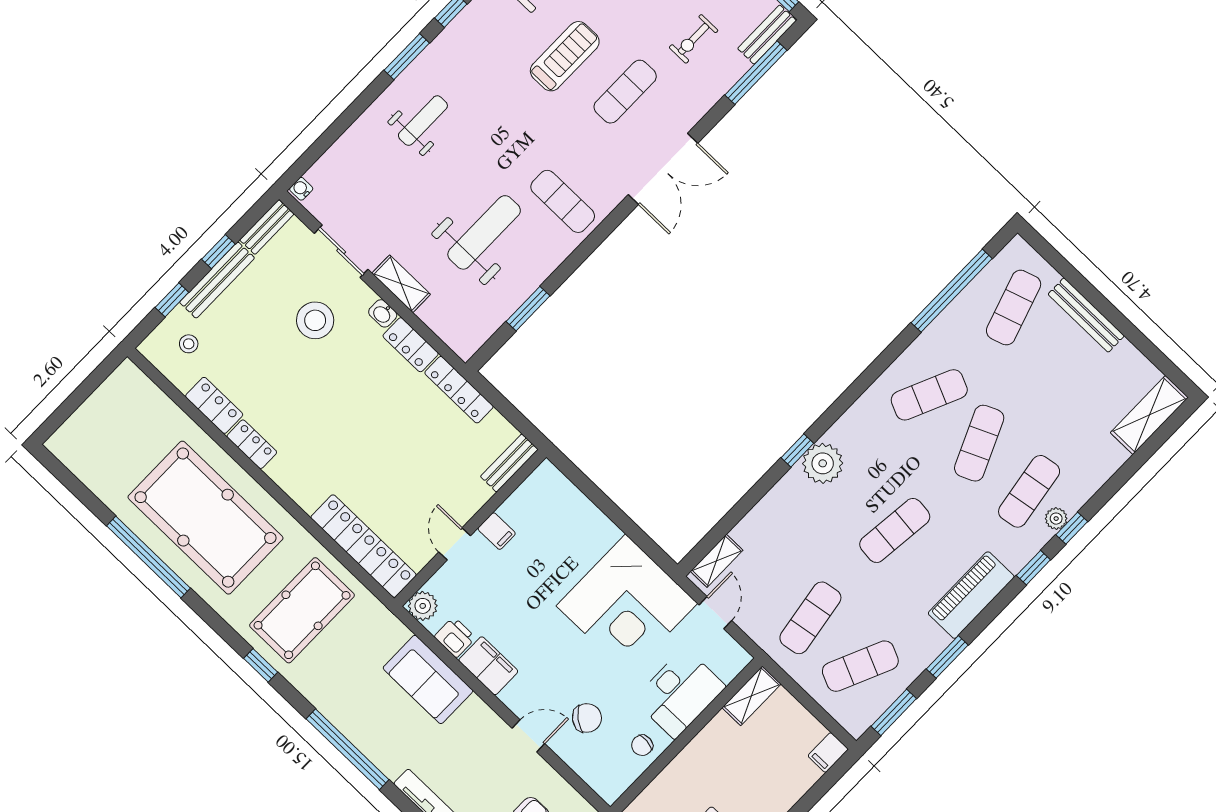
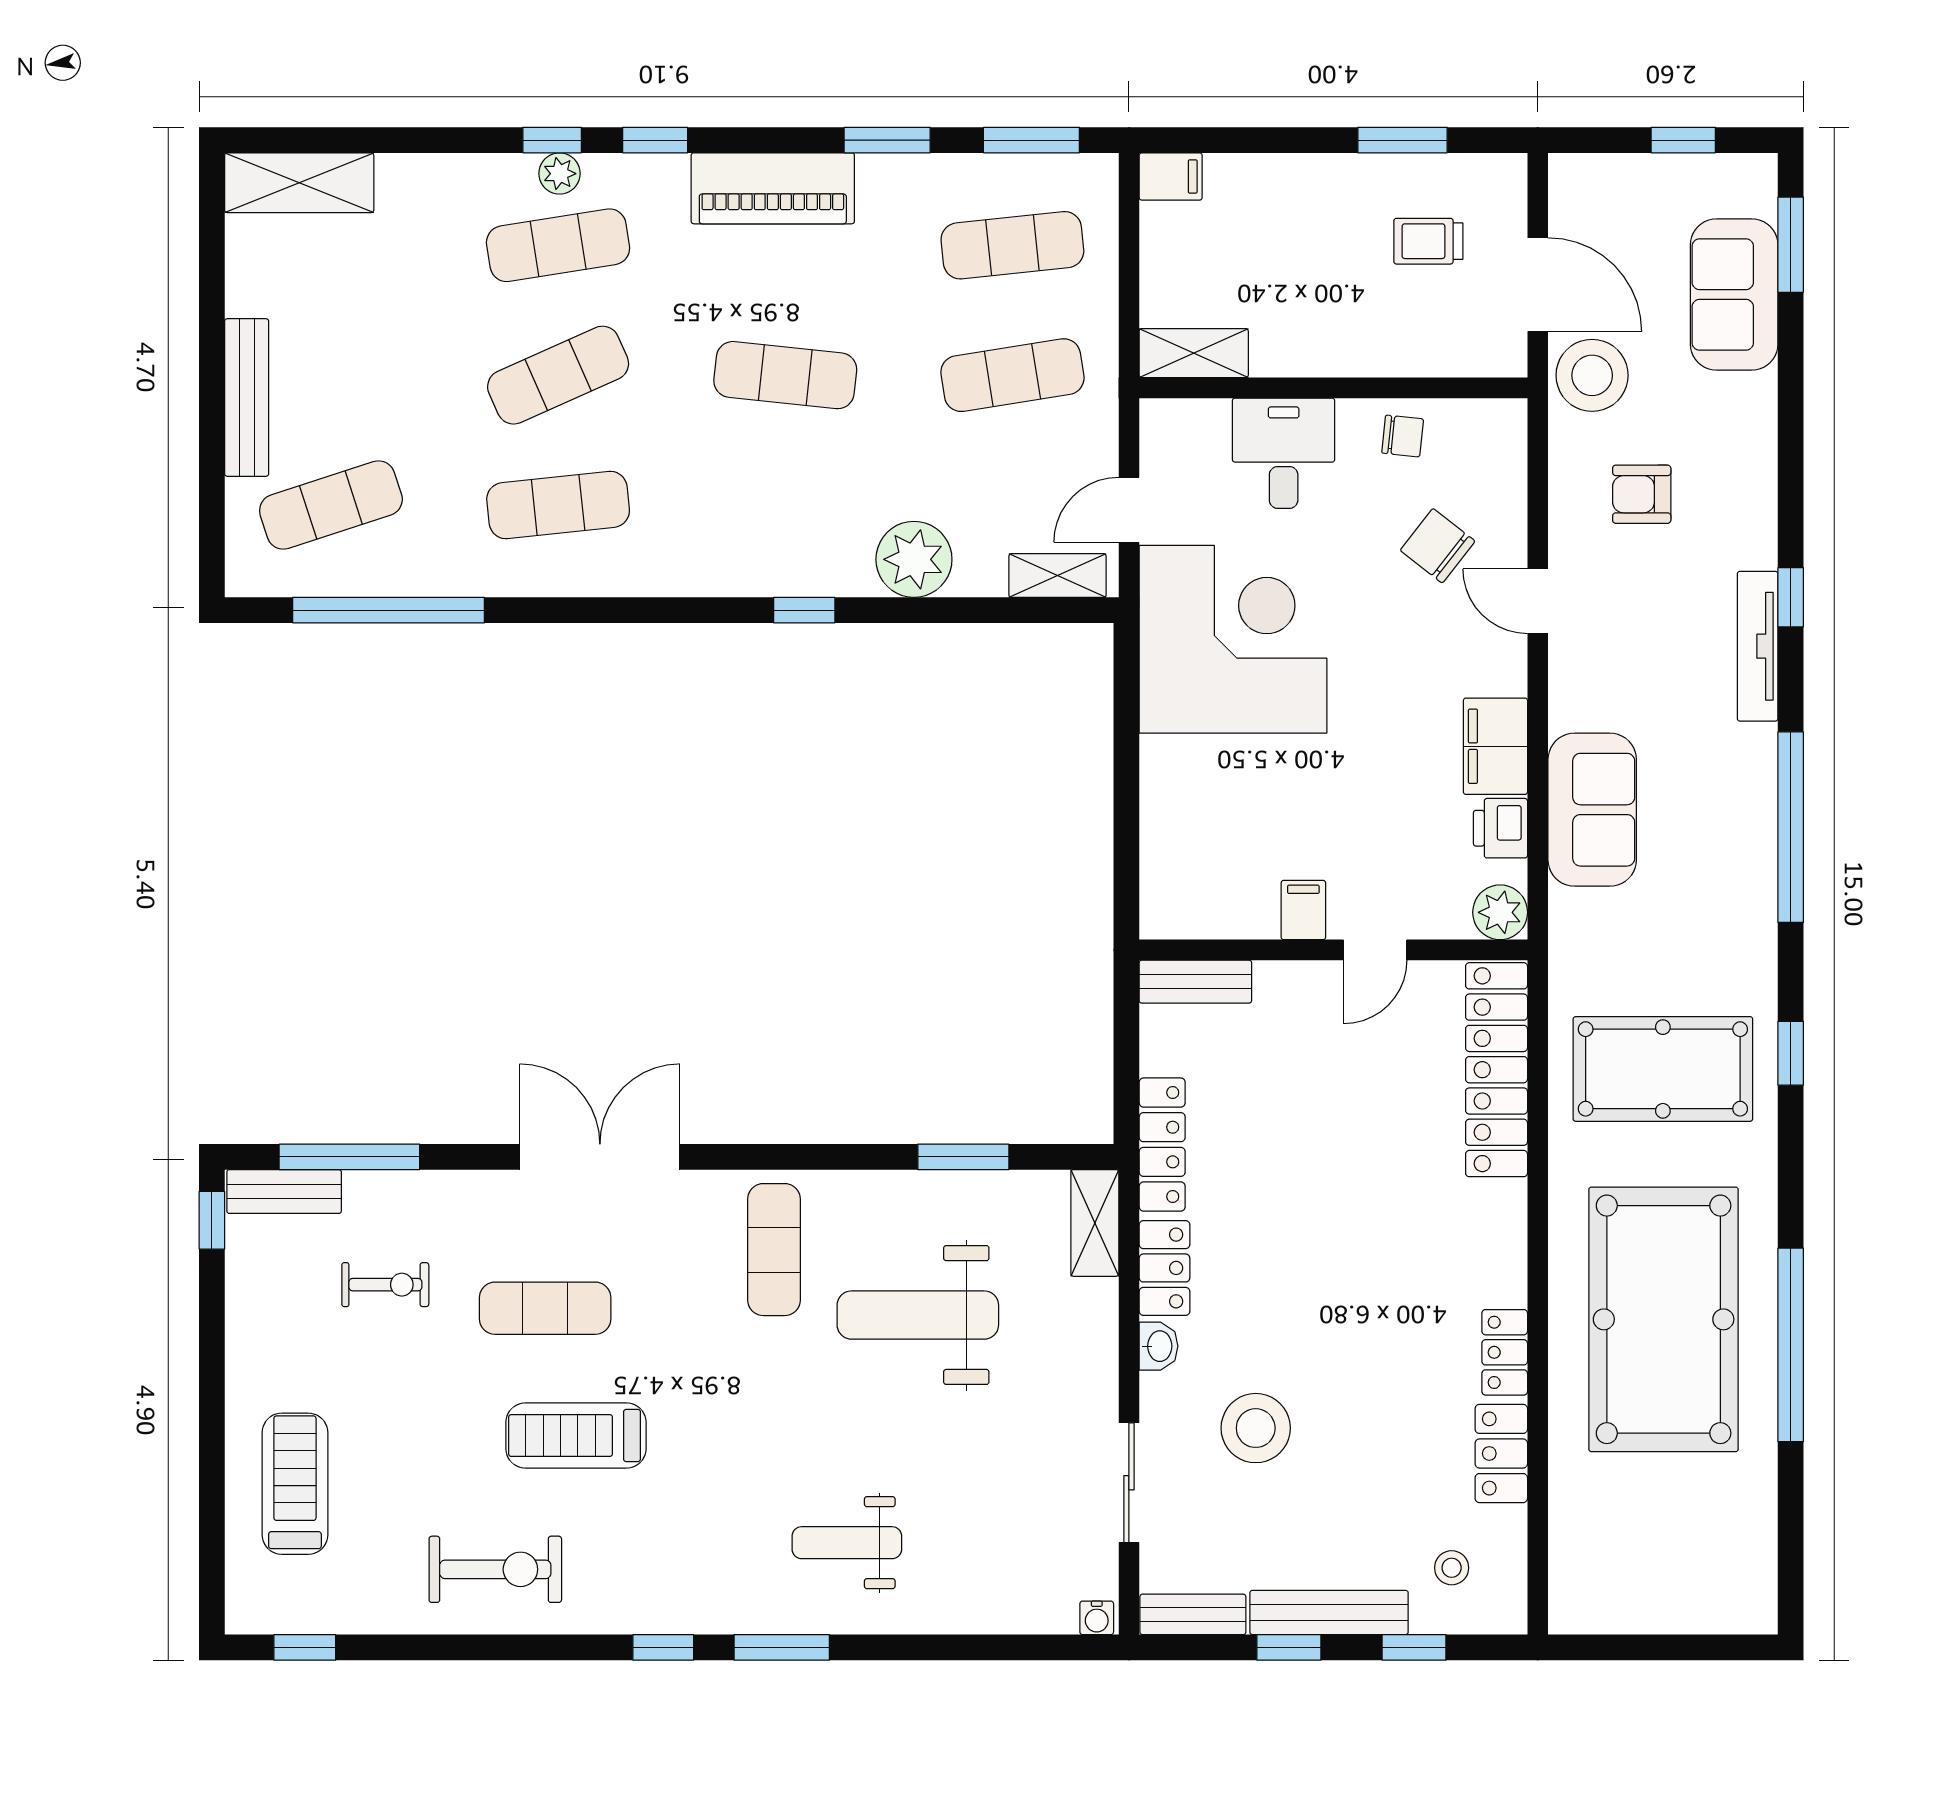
shelving: (401, 284) -> (1095, 1223), moved
exercise mat: (929, 395) -> (558, 505), turned -30
plant: (823, 463) -> (914, 559), moved
exercise mat: (860, 666) -> (1012, 245), turned -30
desk: (680, 693) -> (1284, 453), width x0.73

